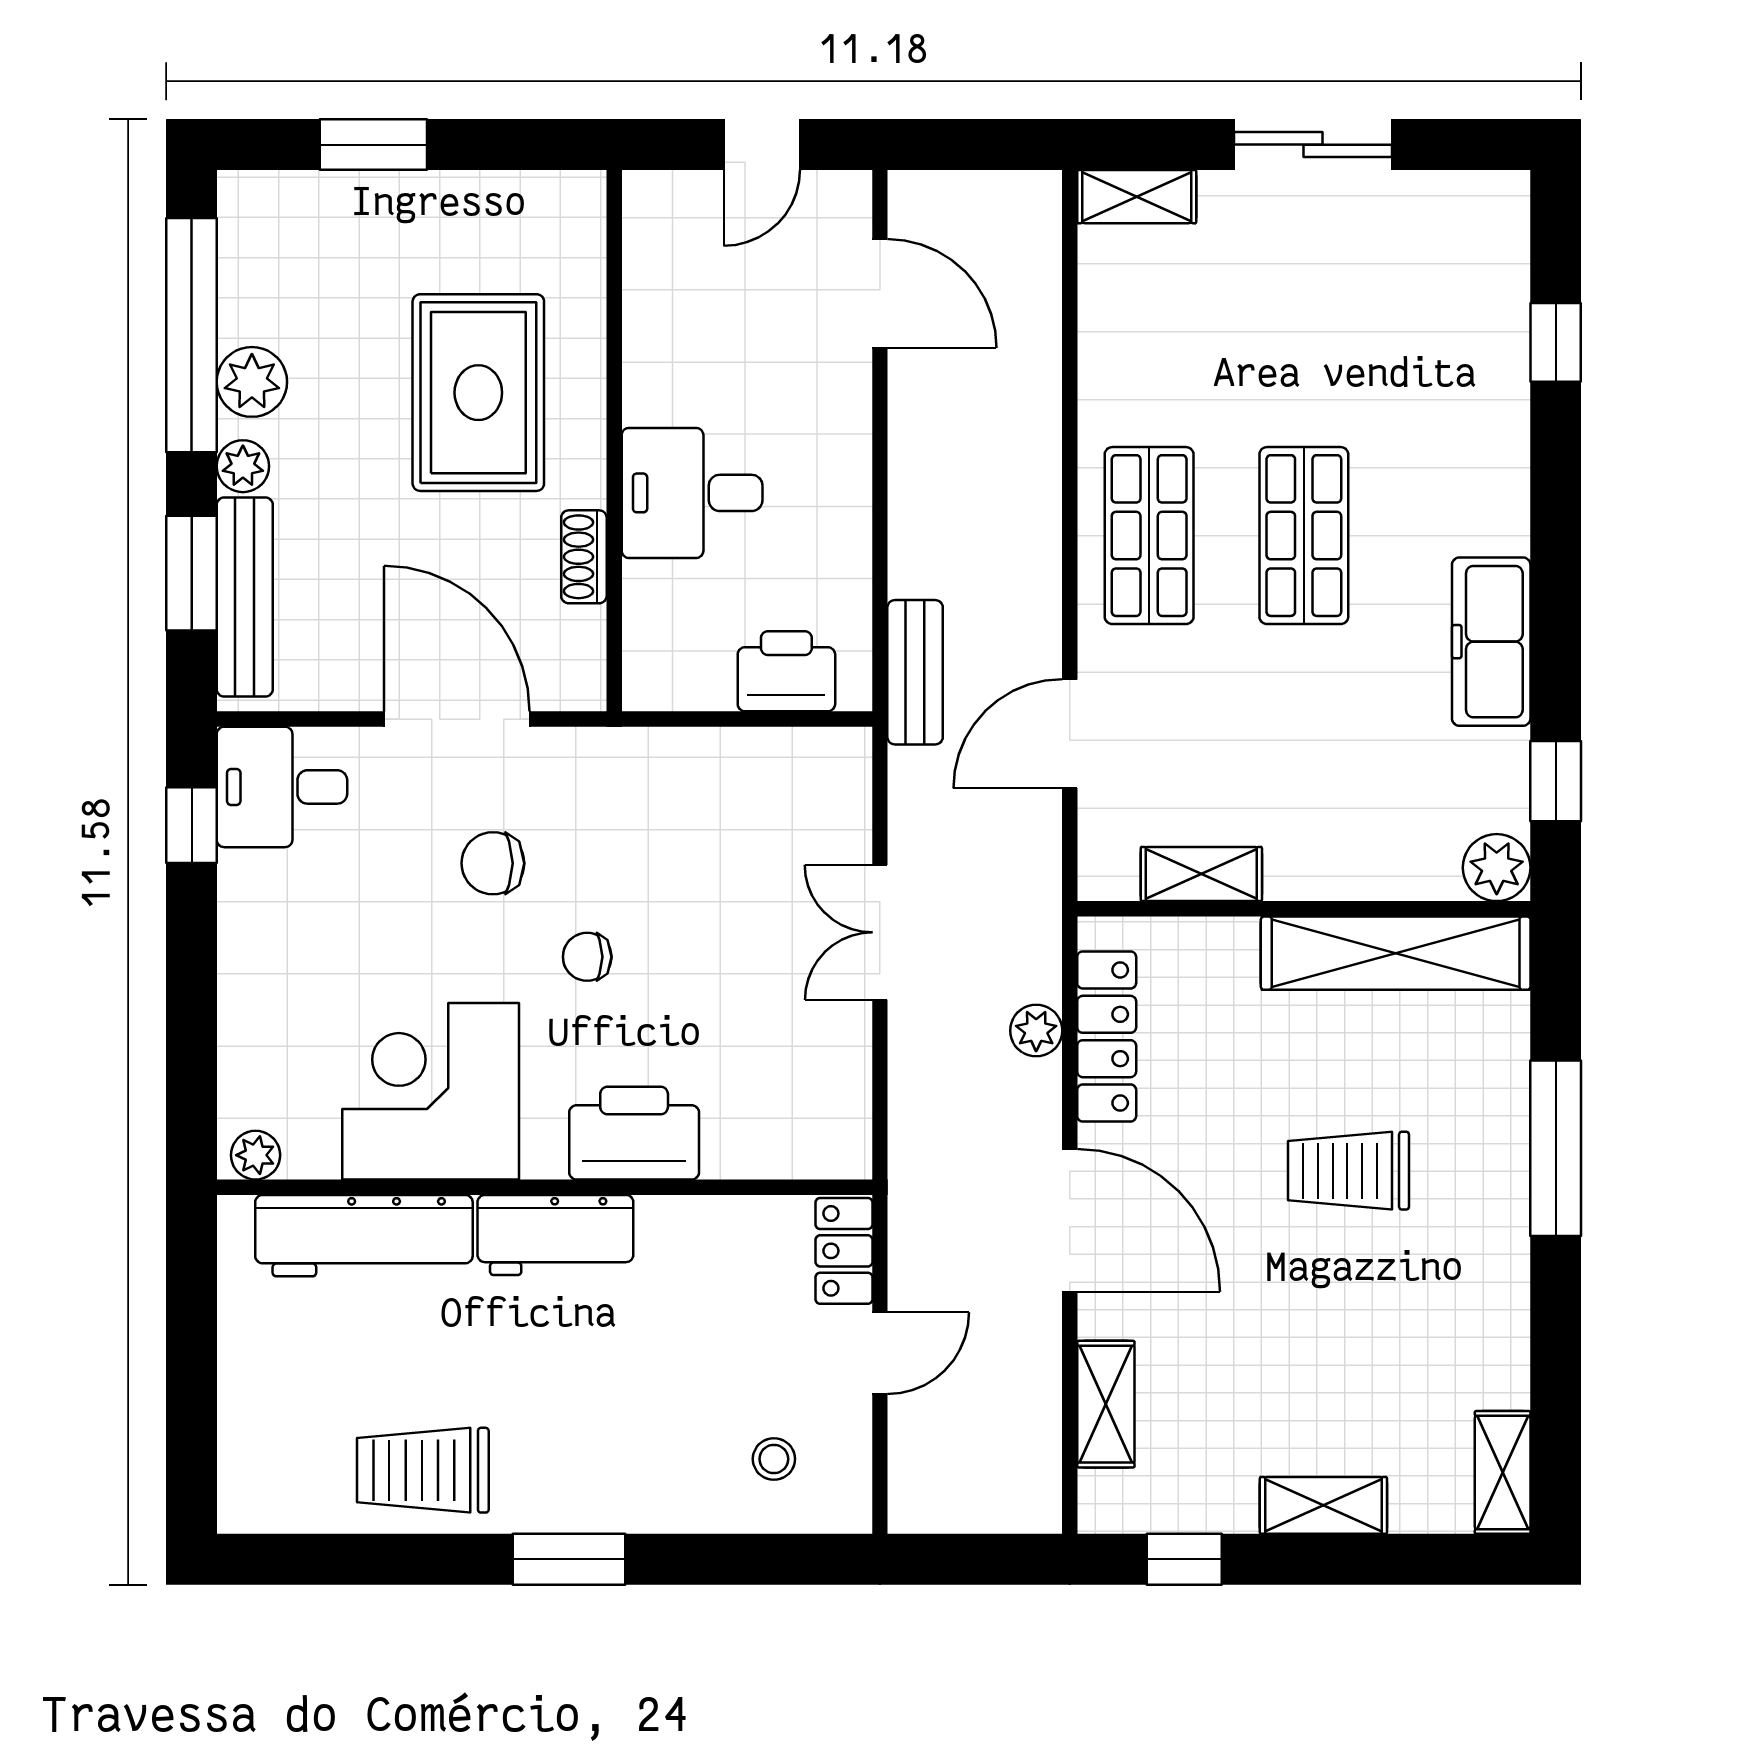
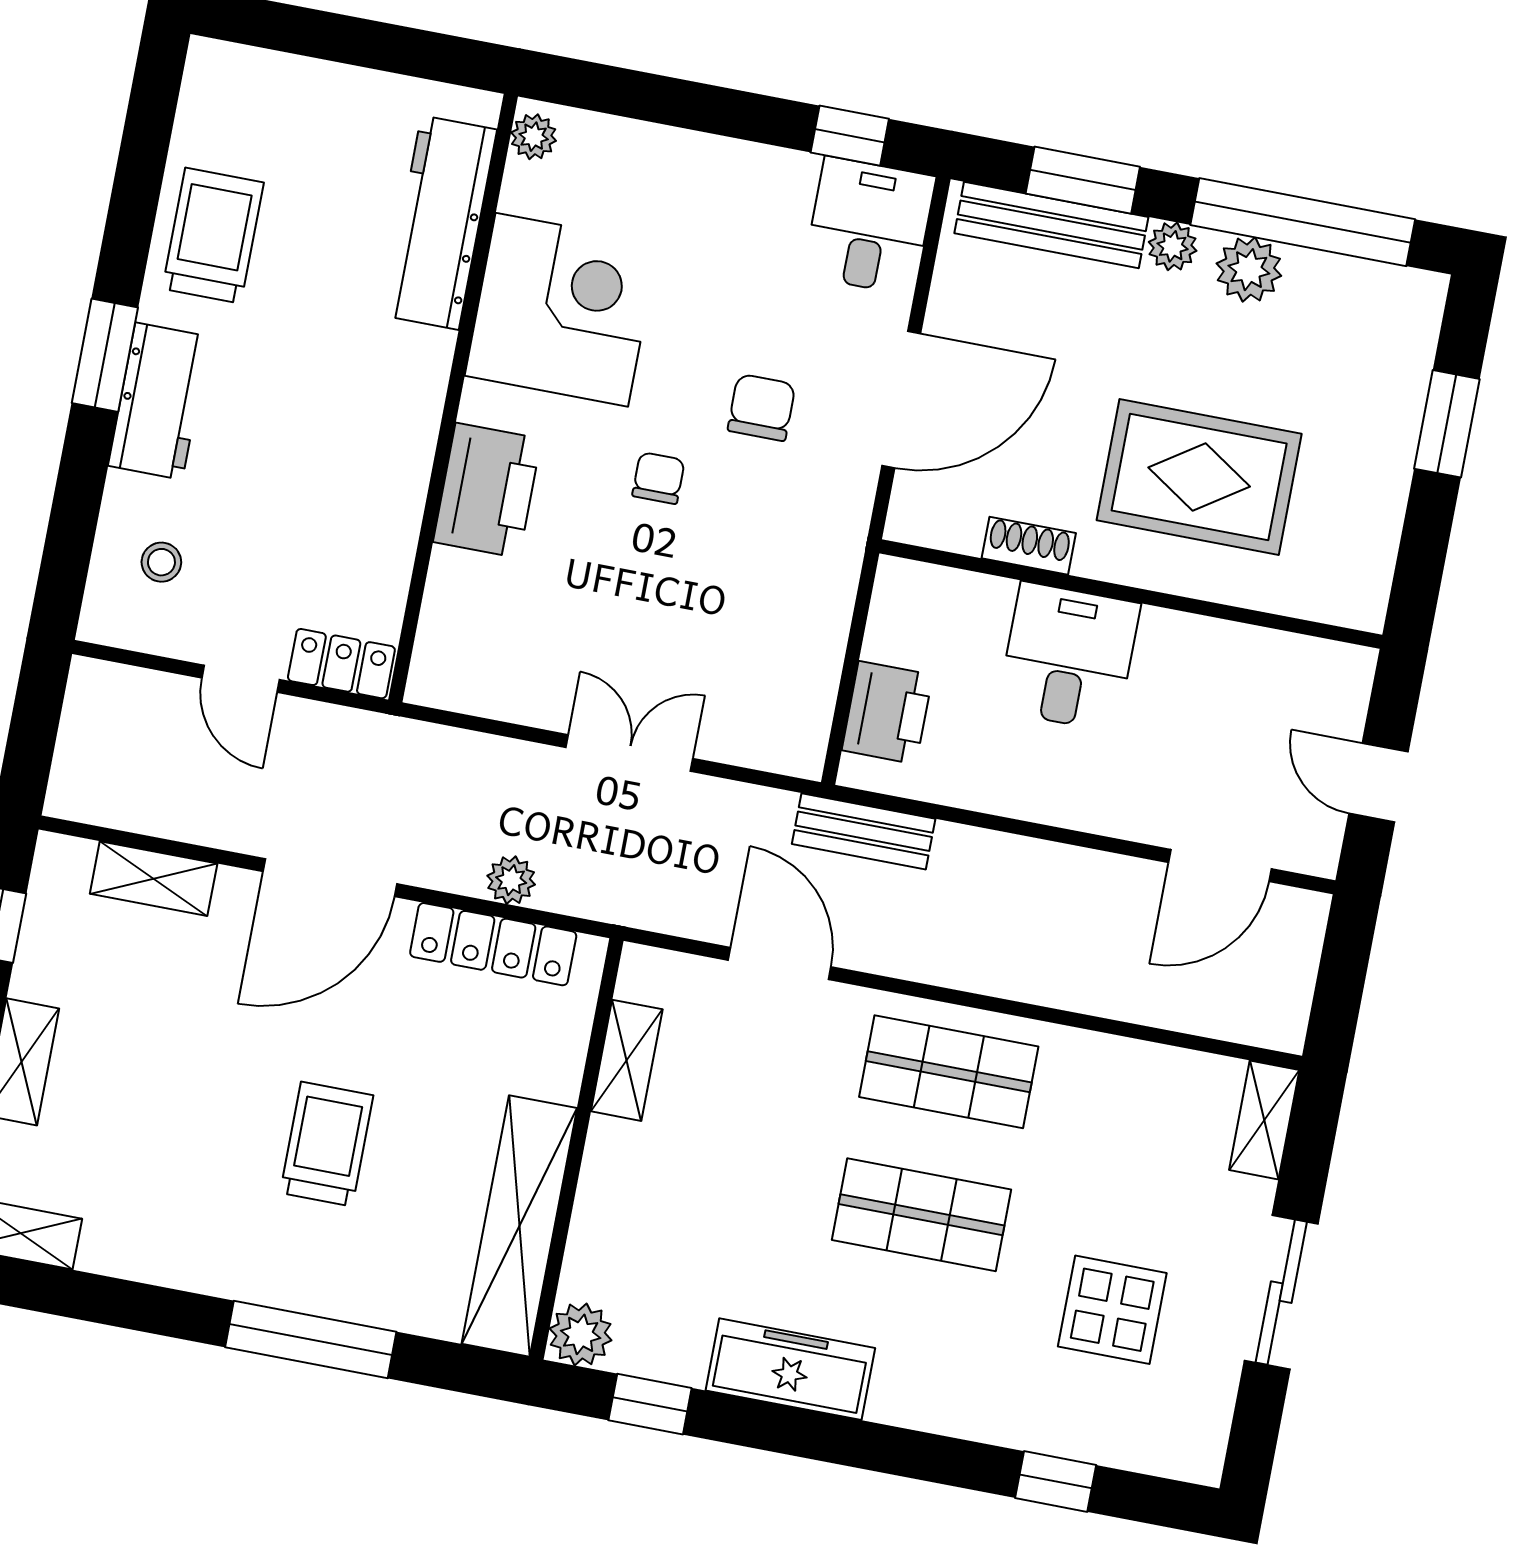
display table: (1365, 317) -> (1112, 1310), added
workbench: (555, 1235) -> (159, 401), moved, turned 180

